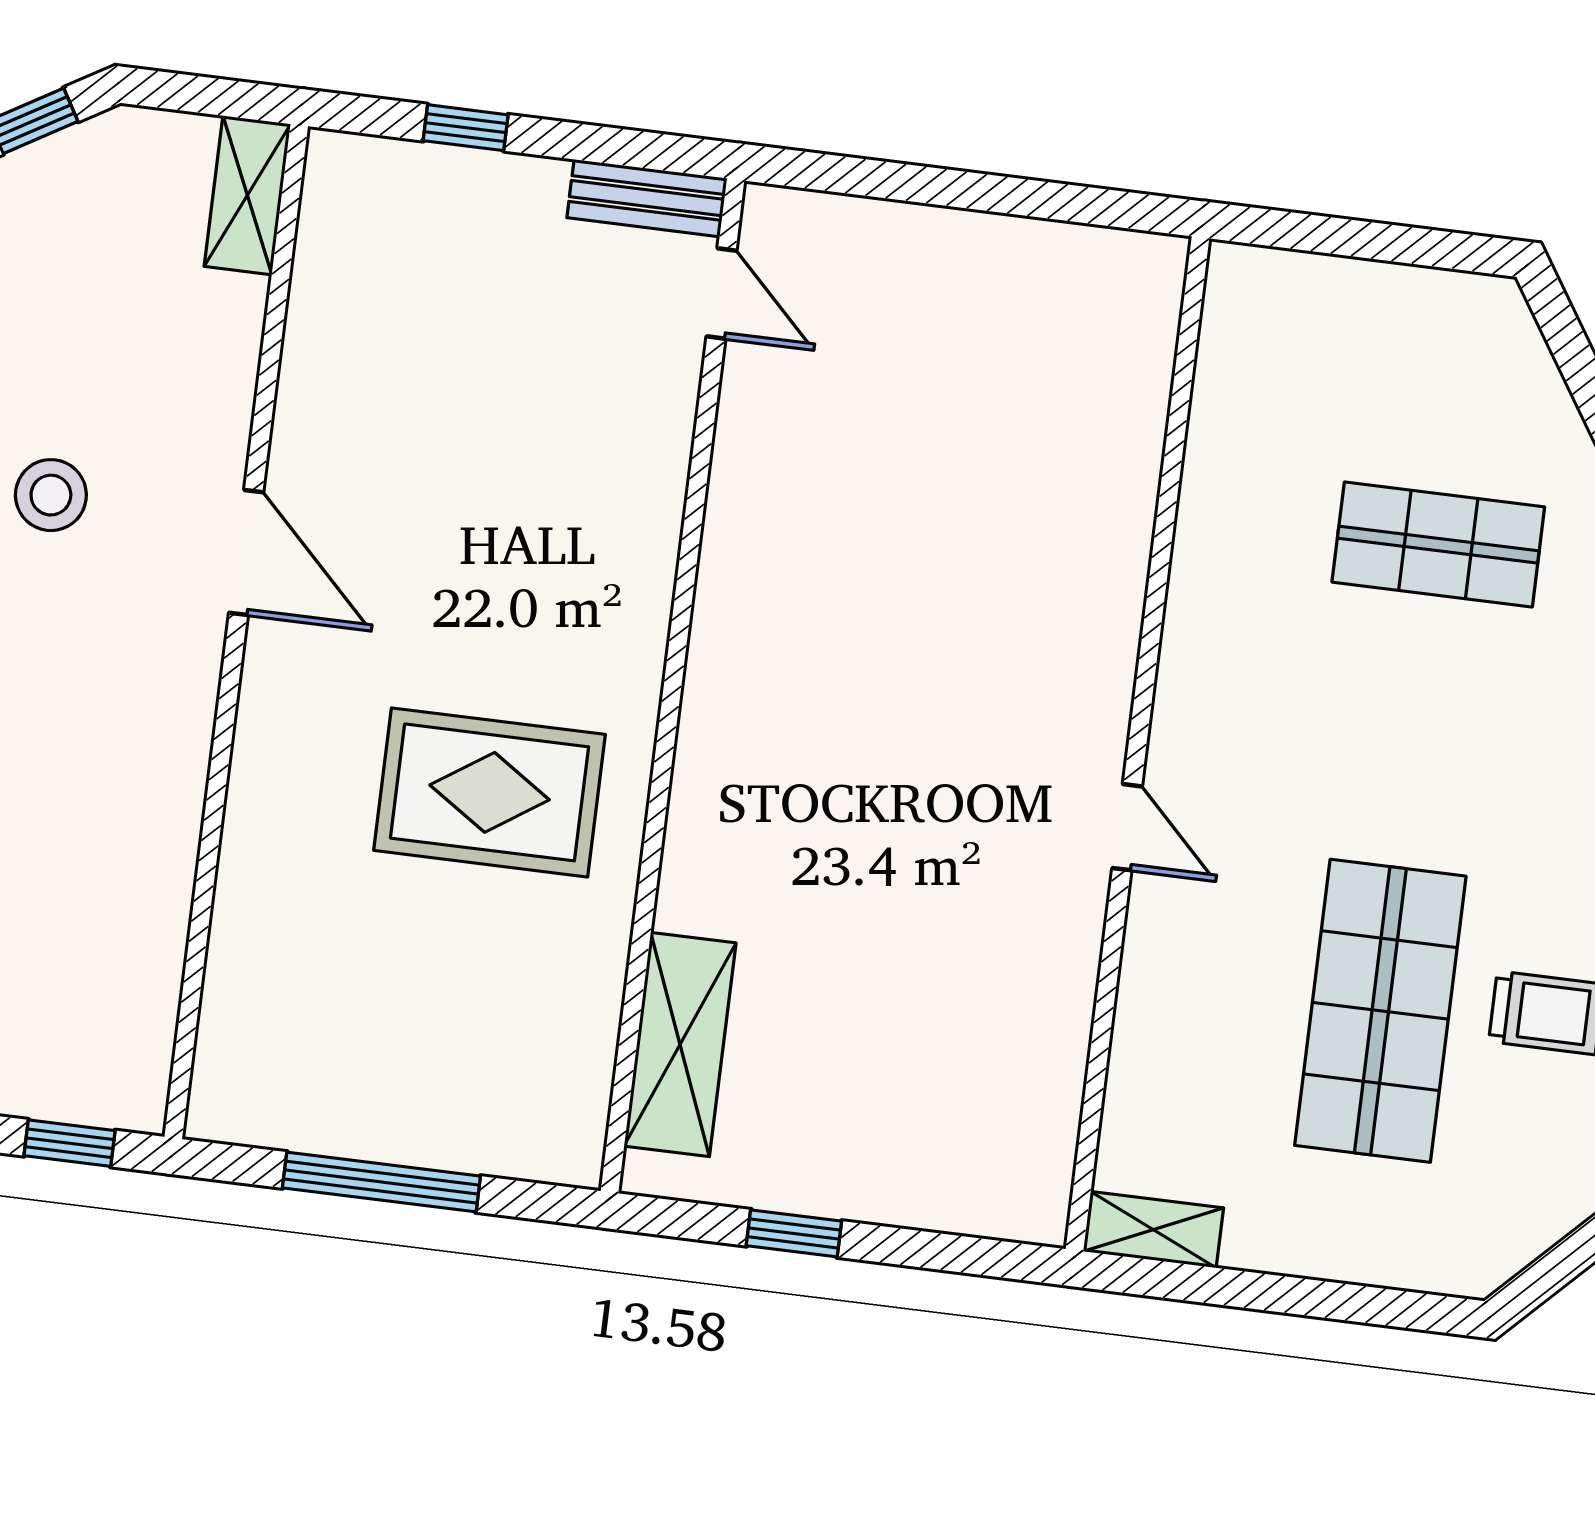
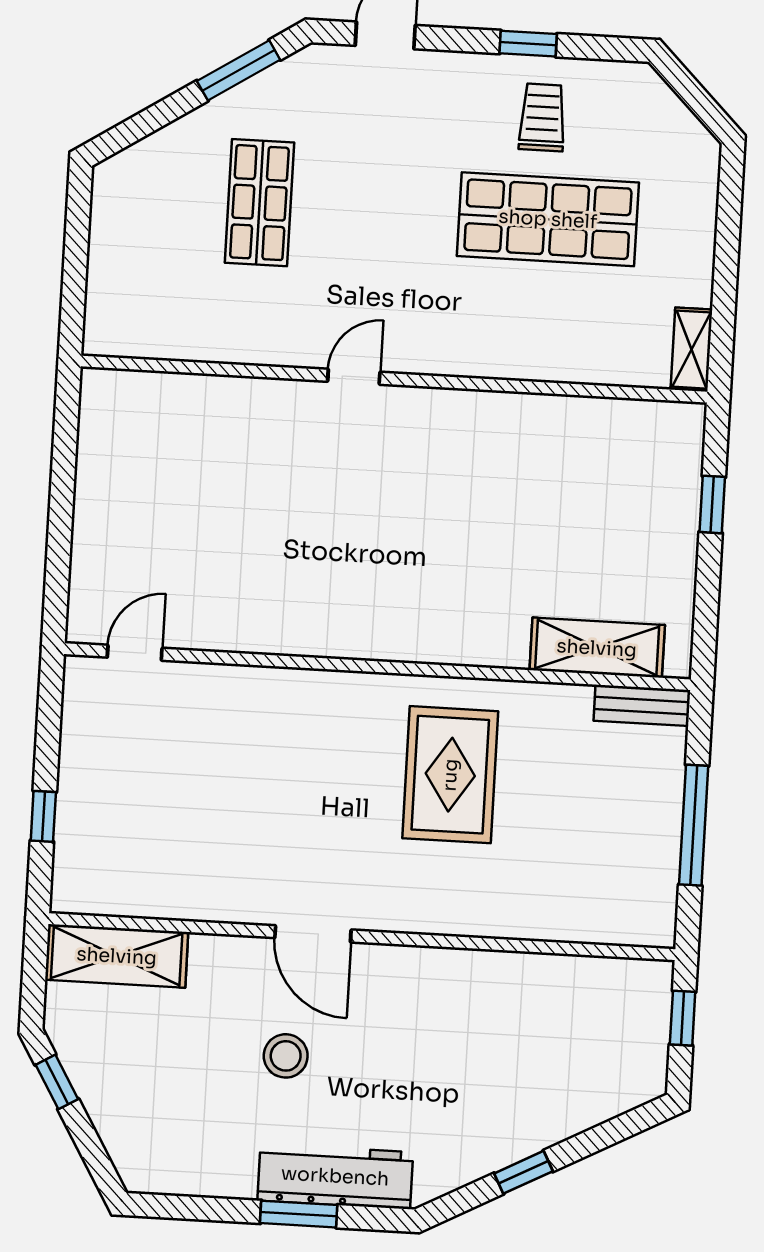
shelving: (247, 195) -> (117, 956), width x1.50, depth x1.33
bench: (647, 198) -> (642, 705), moved, turned 90
door: (246, 552) -> (313, 934), swing flipped
door: (1127, 827) -> (354, 377), moved
window: (794, 1233) -> (712, 504), moved

